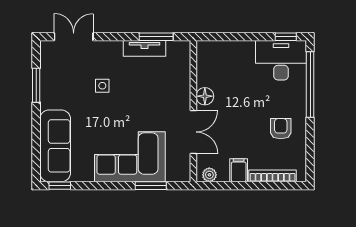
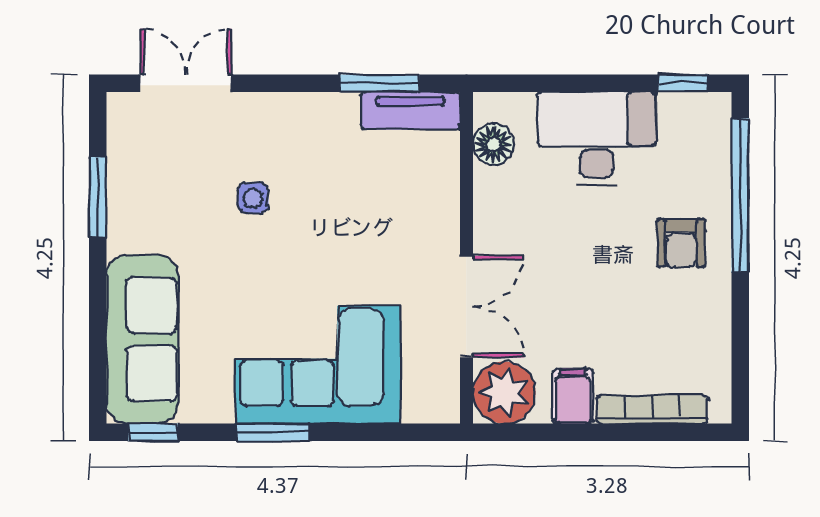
tv unit: (144, 48) -> (411, 111), moved
desk: (281, 60) -> (597, 138), moved
floor lamp: (205, 96) -> (493, 144), moved
armchair: (281, 129) -> (681, 243), moved, turned 180
plant: (209, 175) -> (504, 393), width x1.87, depth x1.87
window: (151, 186) -> (273, 432), moved

